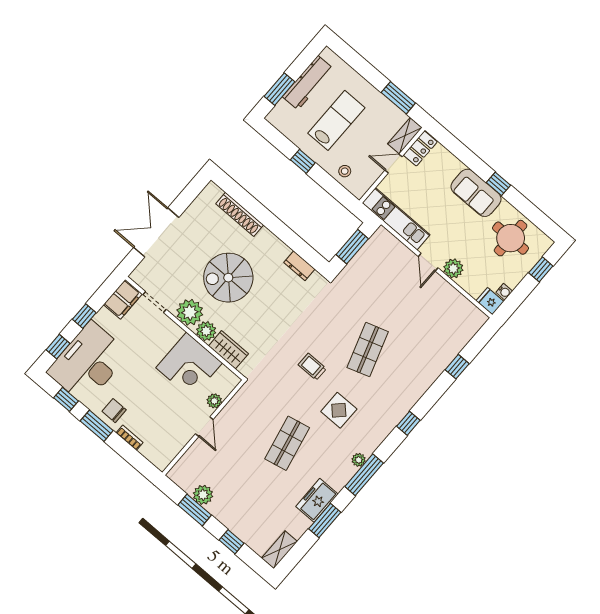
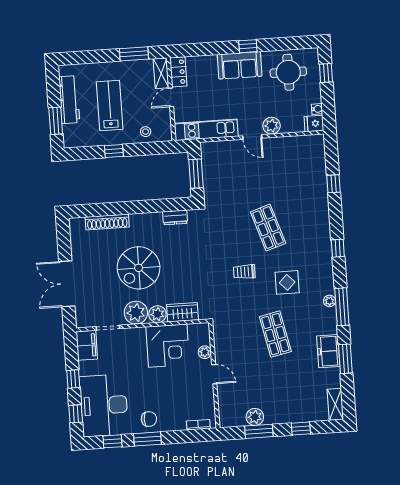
chair: (114, 411) -> (149, 419), turned 180
bookcase: (130, 438) -> (198, 425), moved

